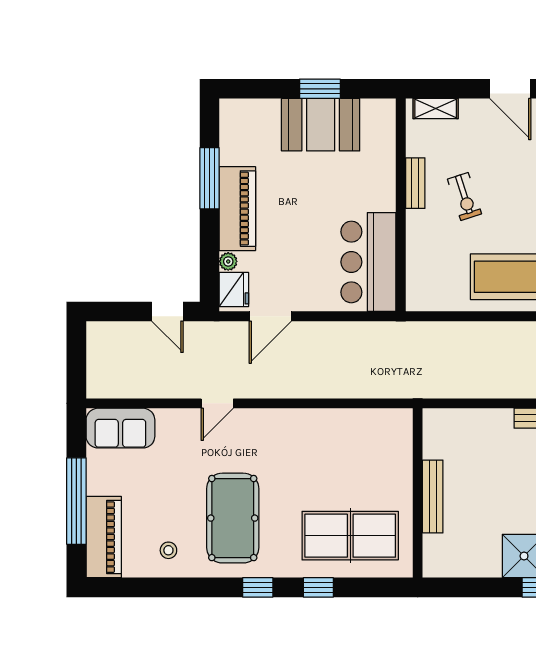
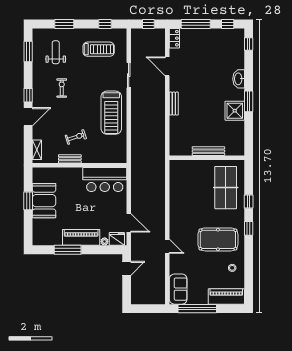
window: (76, 501) -> (197, 309), moved

